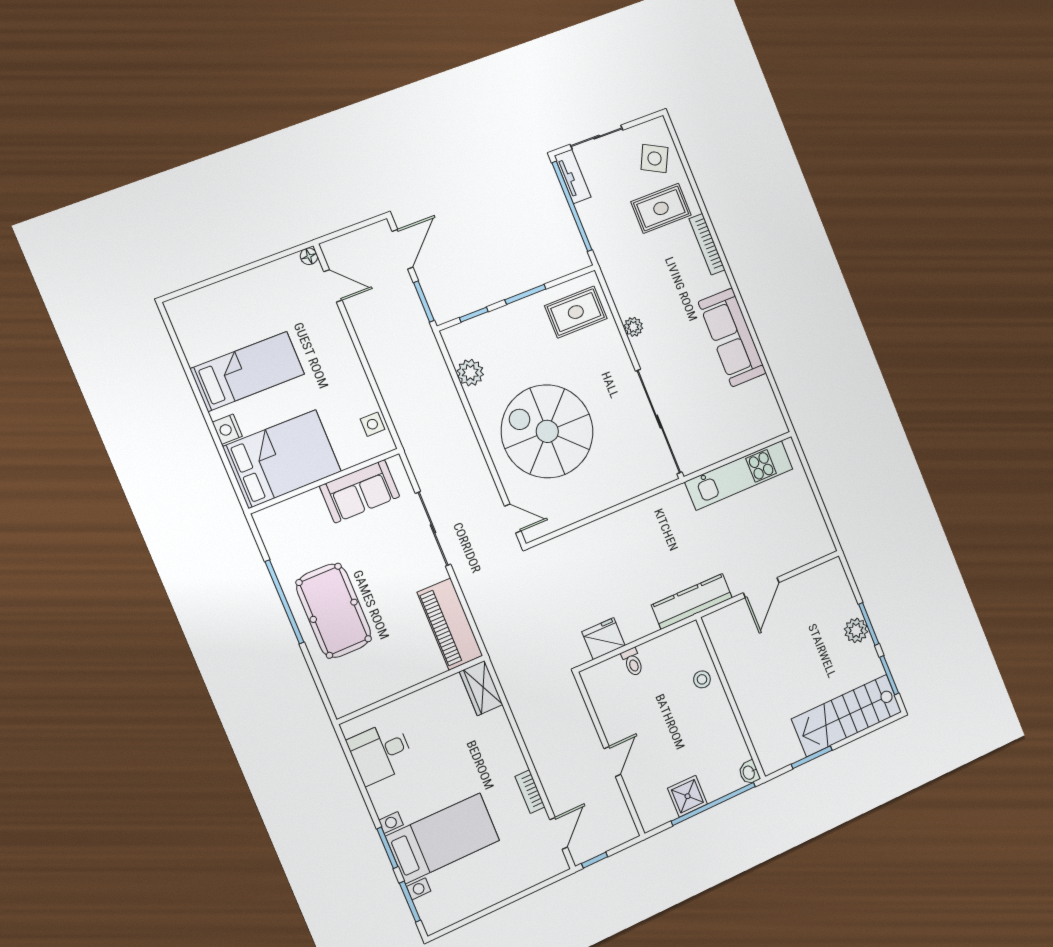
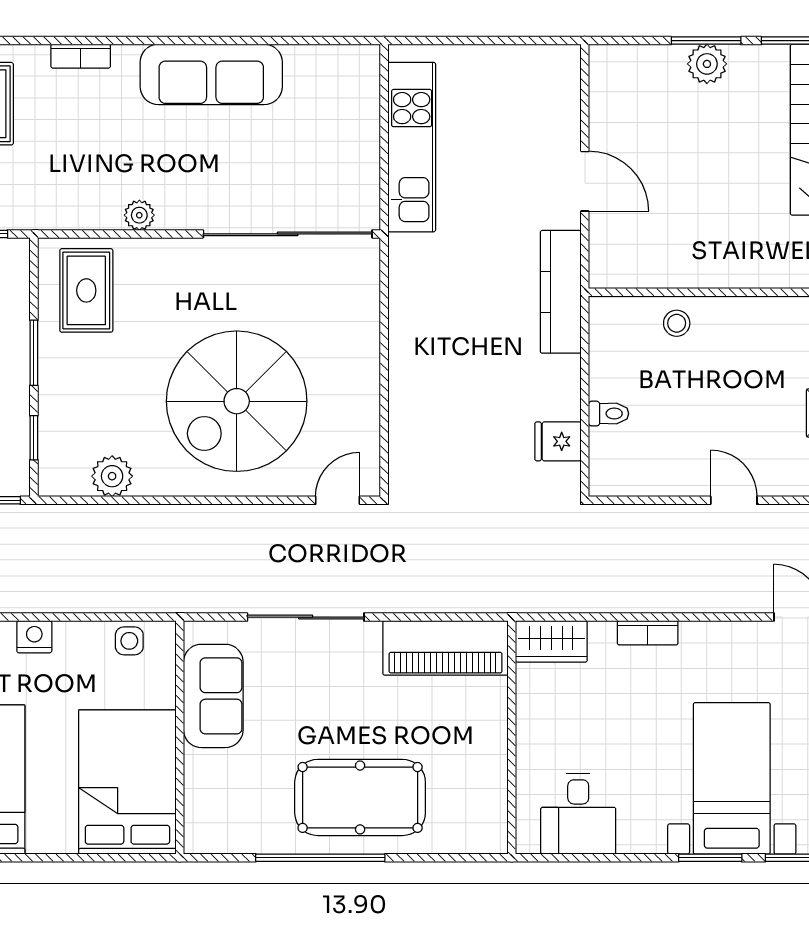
bookcase: (707, 244) -> (81, 56), width x0.64
nightstand: (227, 429) -> (34, 637), moved, turned 180
fridge: (604, 639) -> (558, 441), width x0.72
bookcase: (530, 792) -> (648, 633), moved

